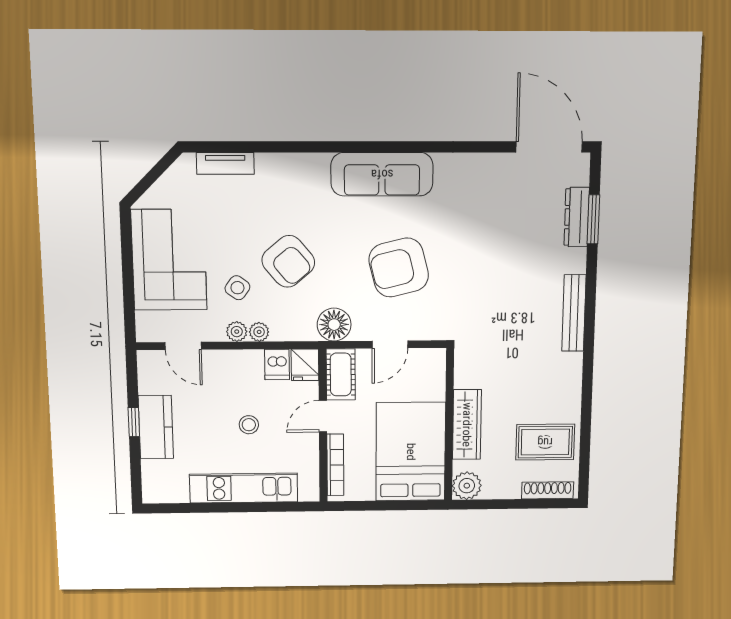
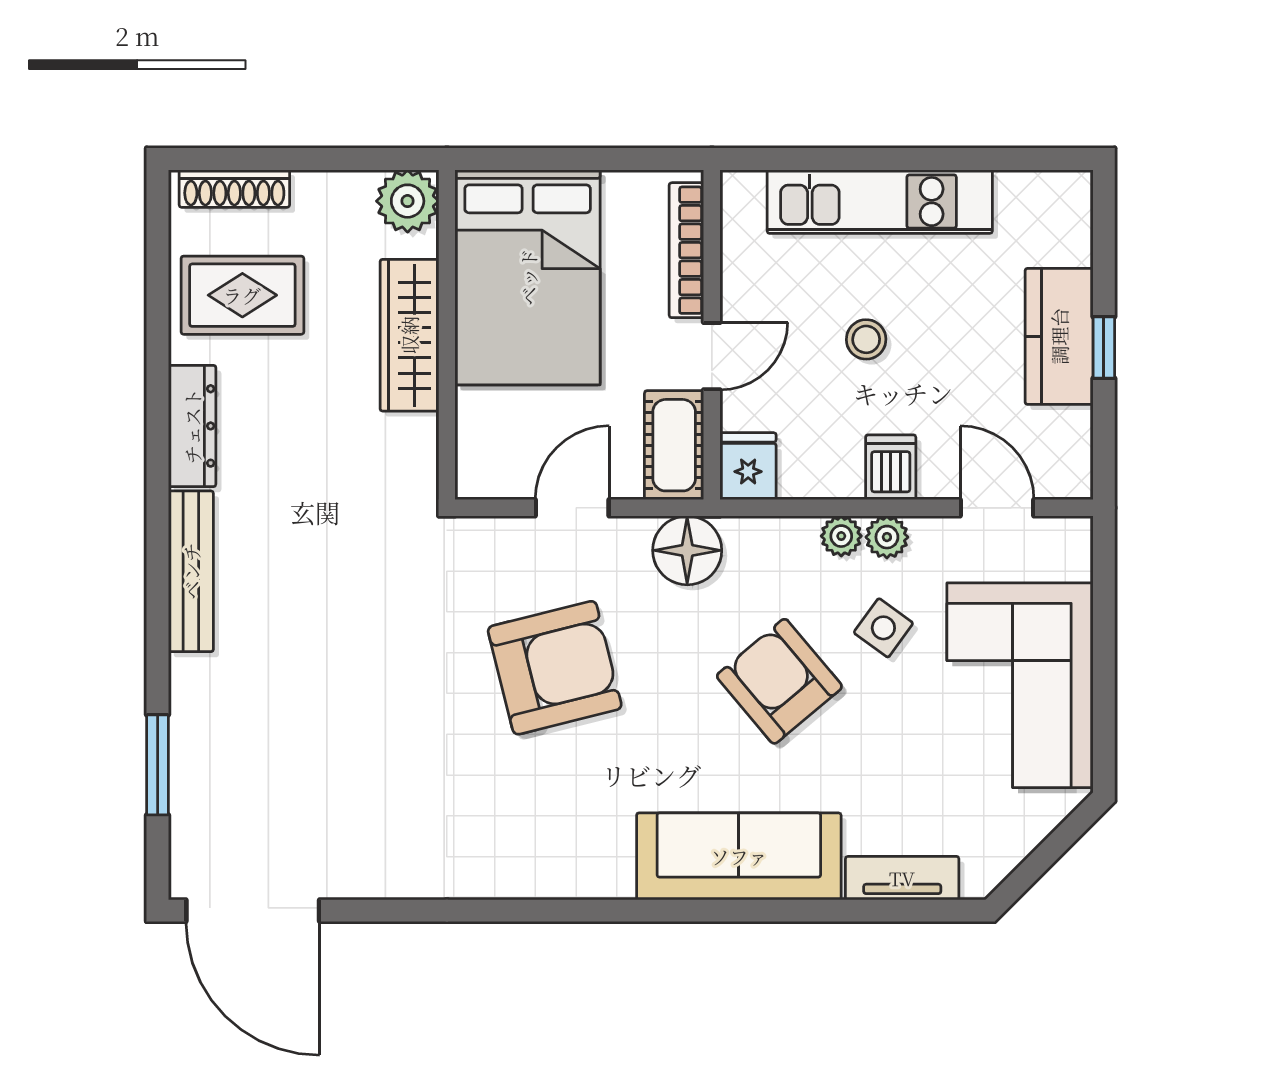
sofa: (382, 174) -> (739, 856), moved
dresser: (577, 217) -> (192, 426), moved
dishwasher: (277, 365) -> (891, 467), moved

